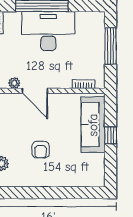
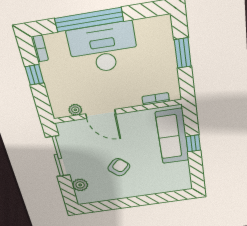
window: (111, 46) -> (183, 53), width x0.69
armchair: (41, 150) -> (119, 167), turned -136

